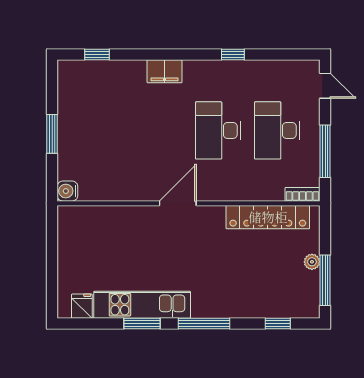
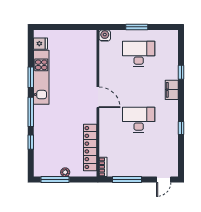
window: (97, 55) -> (181, 72), moved
desk: (277, 130) -> (139, 54), moved
window: (278, 323) -> (31, 142), moved

